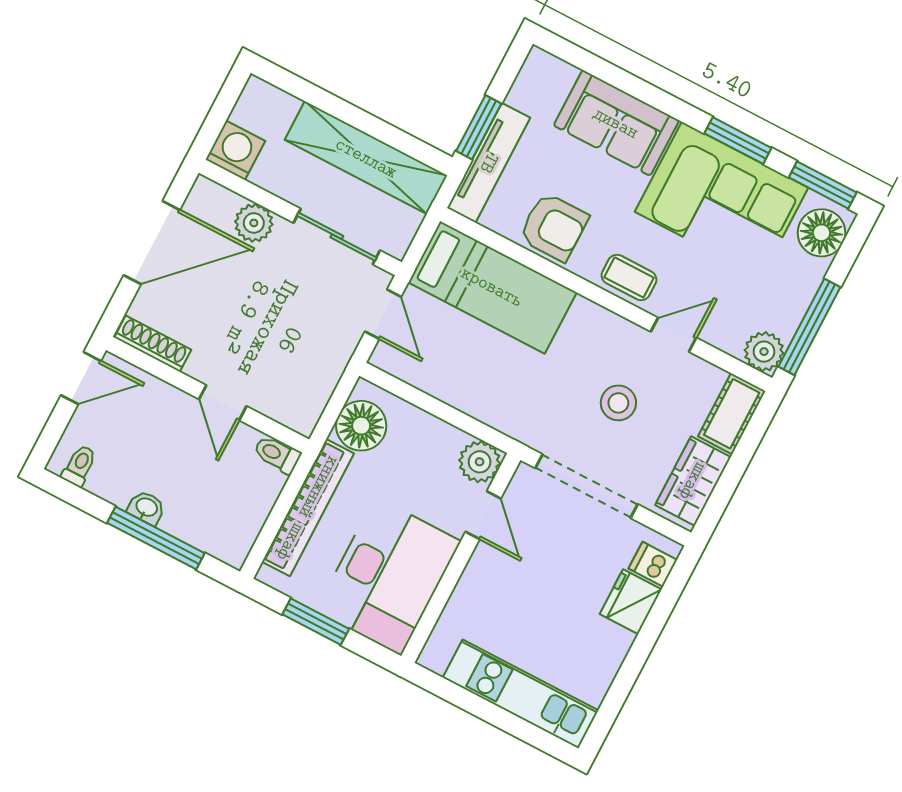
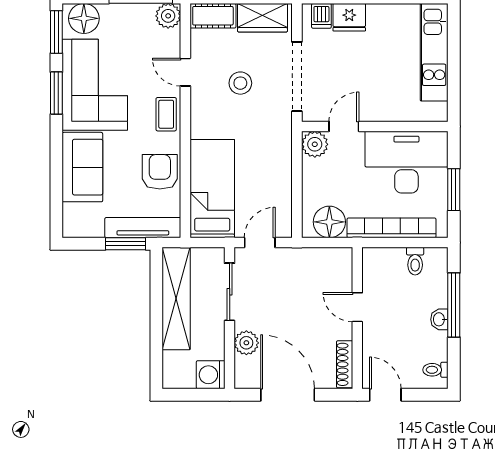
door: (223, 403) -> (357, 307), swing flipped
toilet: (277, 454) -> (415, 261), moved

